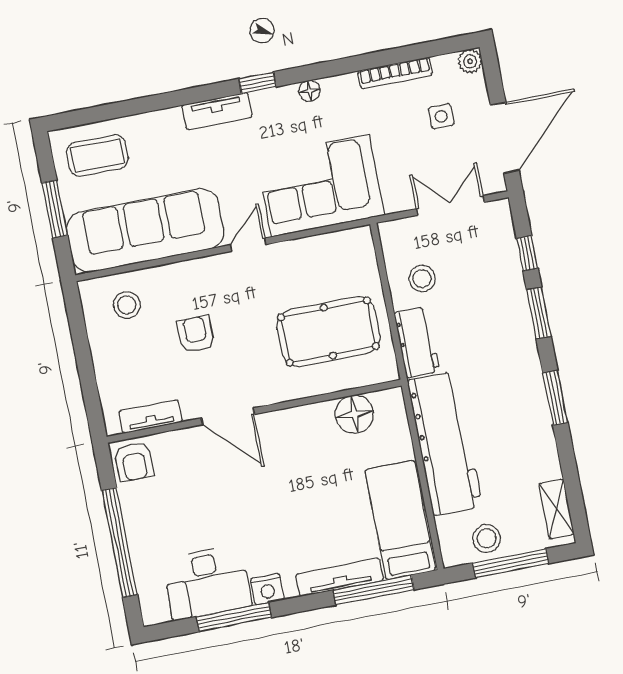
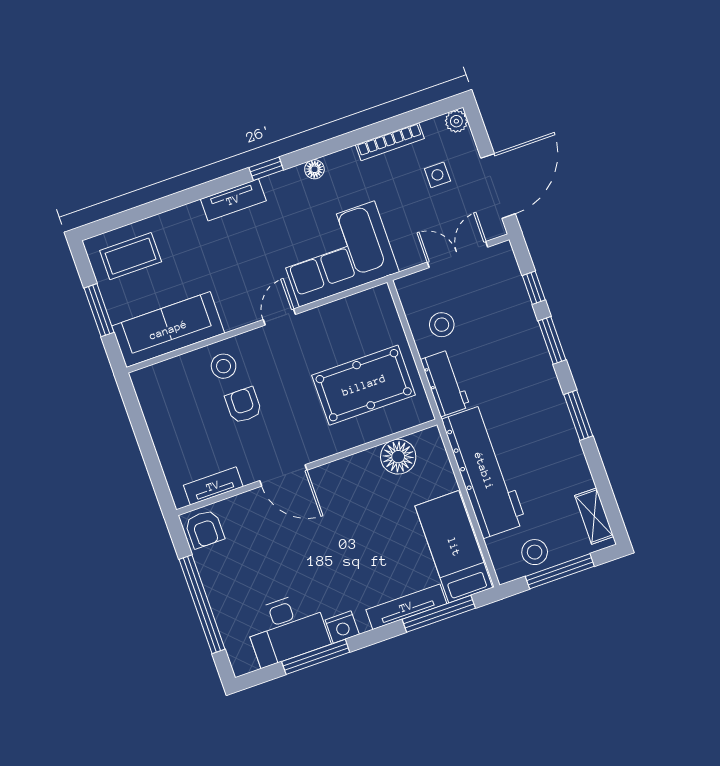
sofa: (145, 230) -> (168, 330), width x0.74, depth x0.79
stool: (127, 305) -> (224, 366), moved

